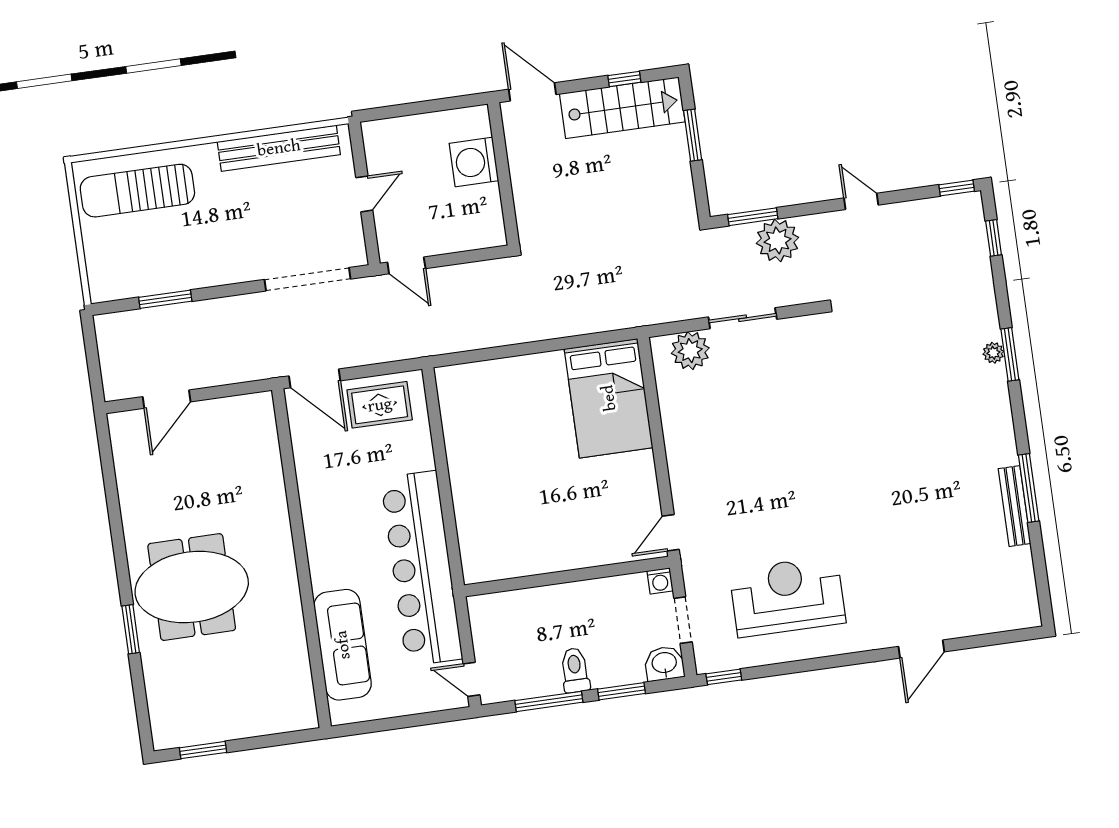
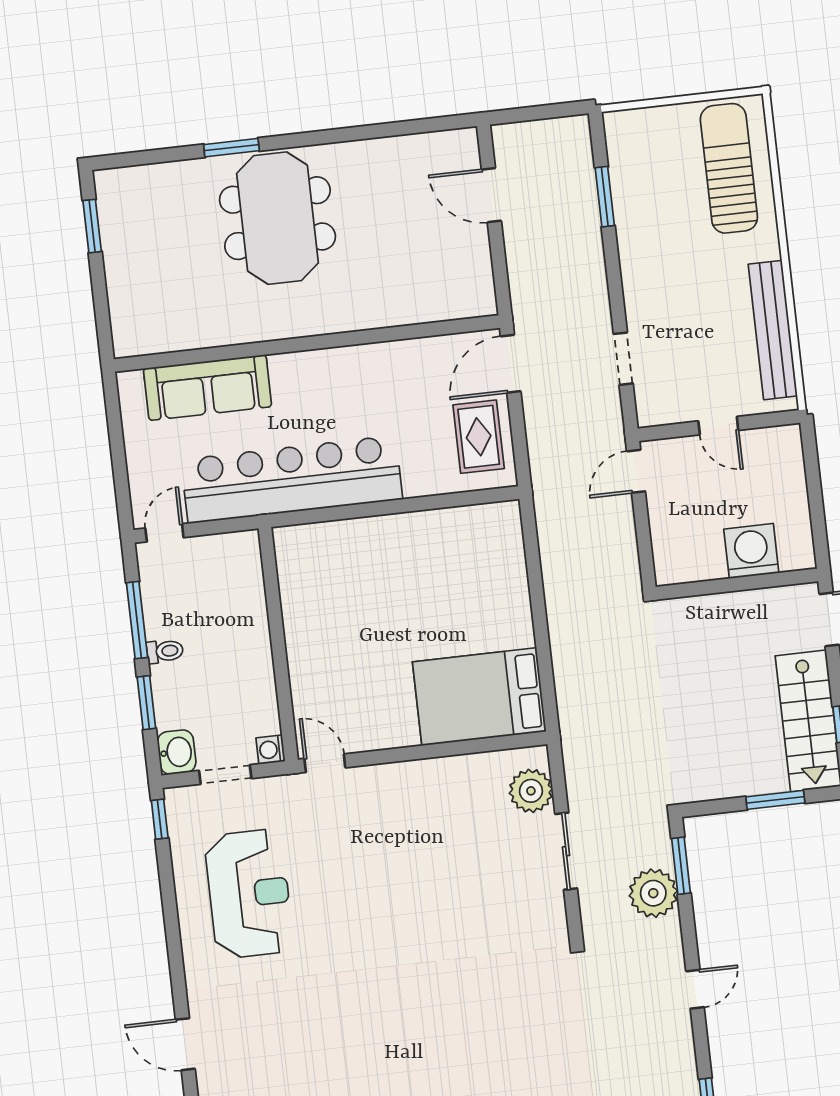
doorway: (308, 279) -> (623, 359), width x0.53
toilet: (575, 670) -> (165, 651), width x0.73, depth x0.72

